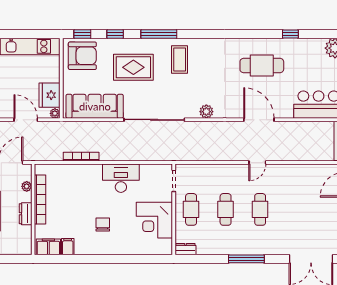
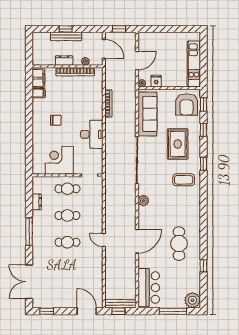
window: (159, 34) -> (203, 164), width x0.46
fridge: (50, 95) -> (156, 81), width x0.53, depth x0.75
dresser: (185, 249) -> (37, 202), moved

